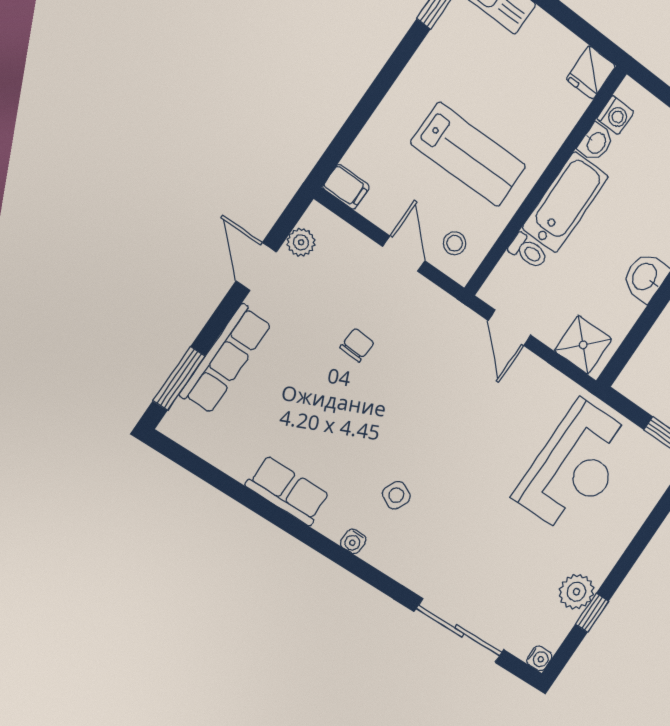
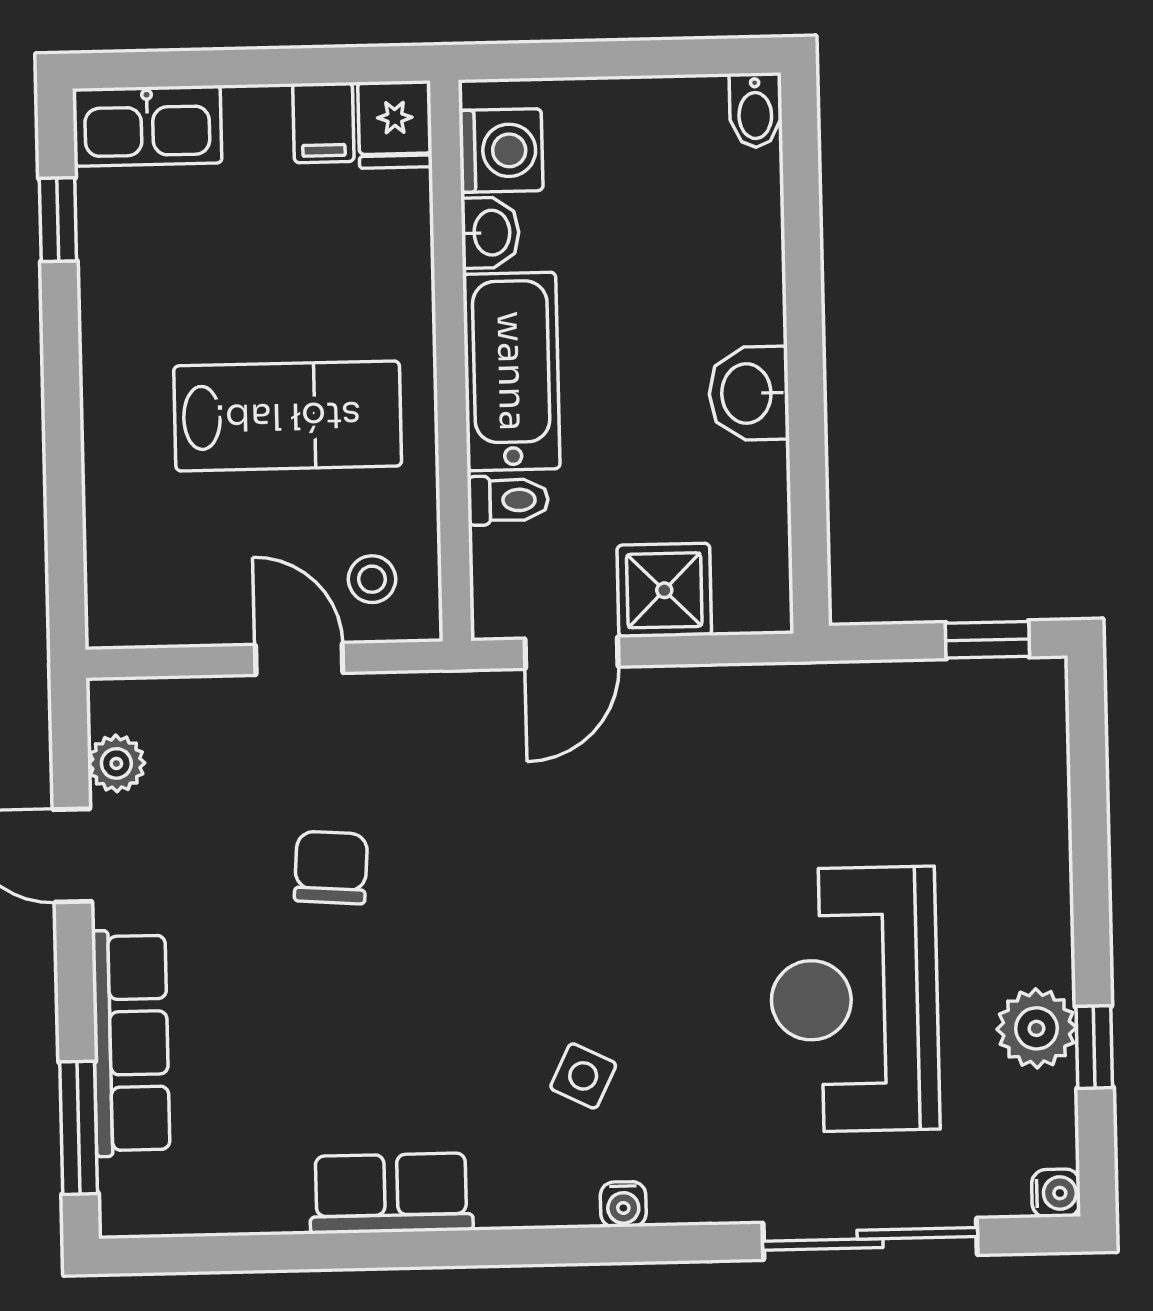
washing machine: (615, 115) -> (501, 151), width x1.38, depth x1.38
filing cabinet: (346, 187) -> (323, 123), moved, turned 90
door: (510, 328) -> (571, 653), hinge flipped
chair: (357, 345) -> (331, 867), width x1.37, depth x1.37
shower: (583, 345) -> (664, 590), moved
reception desk: (575, 467) -> (854, 999), moved, turned 180
water cooler: (353, 541) -> (623, 1204), moved

